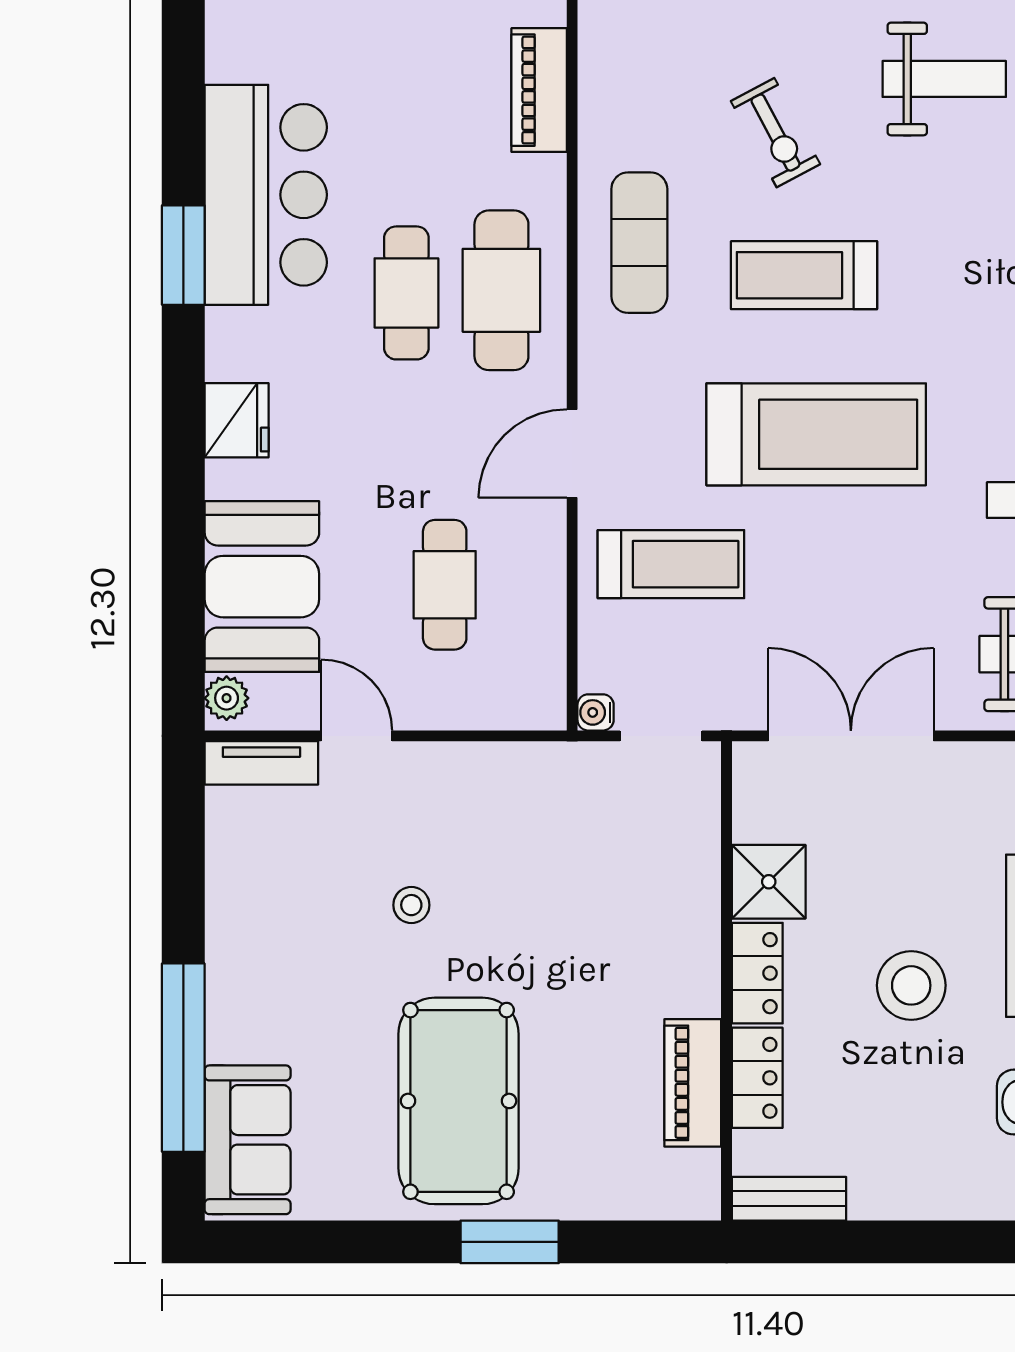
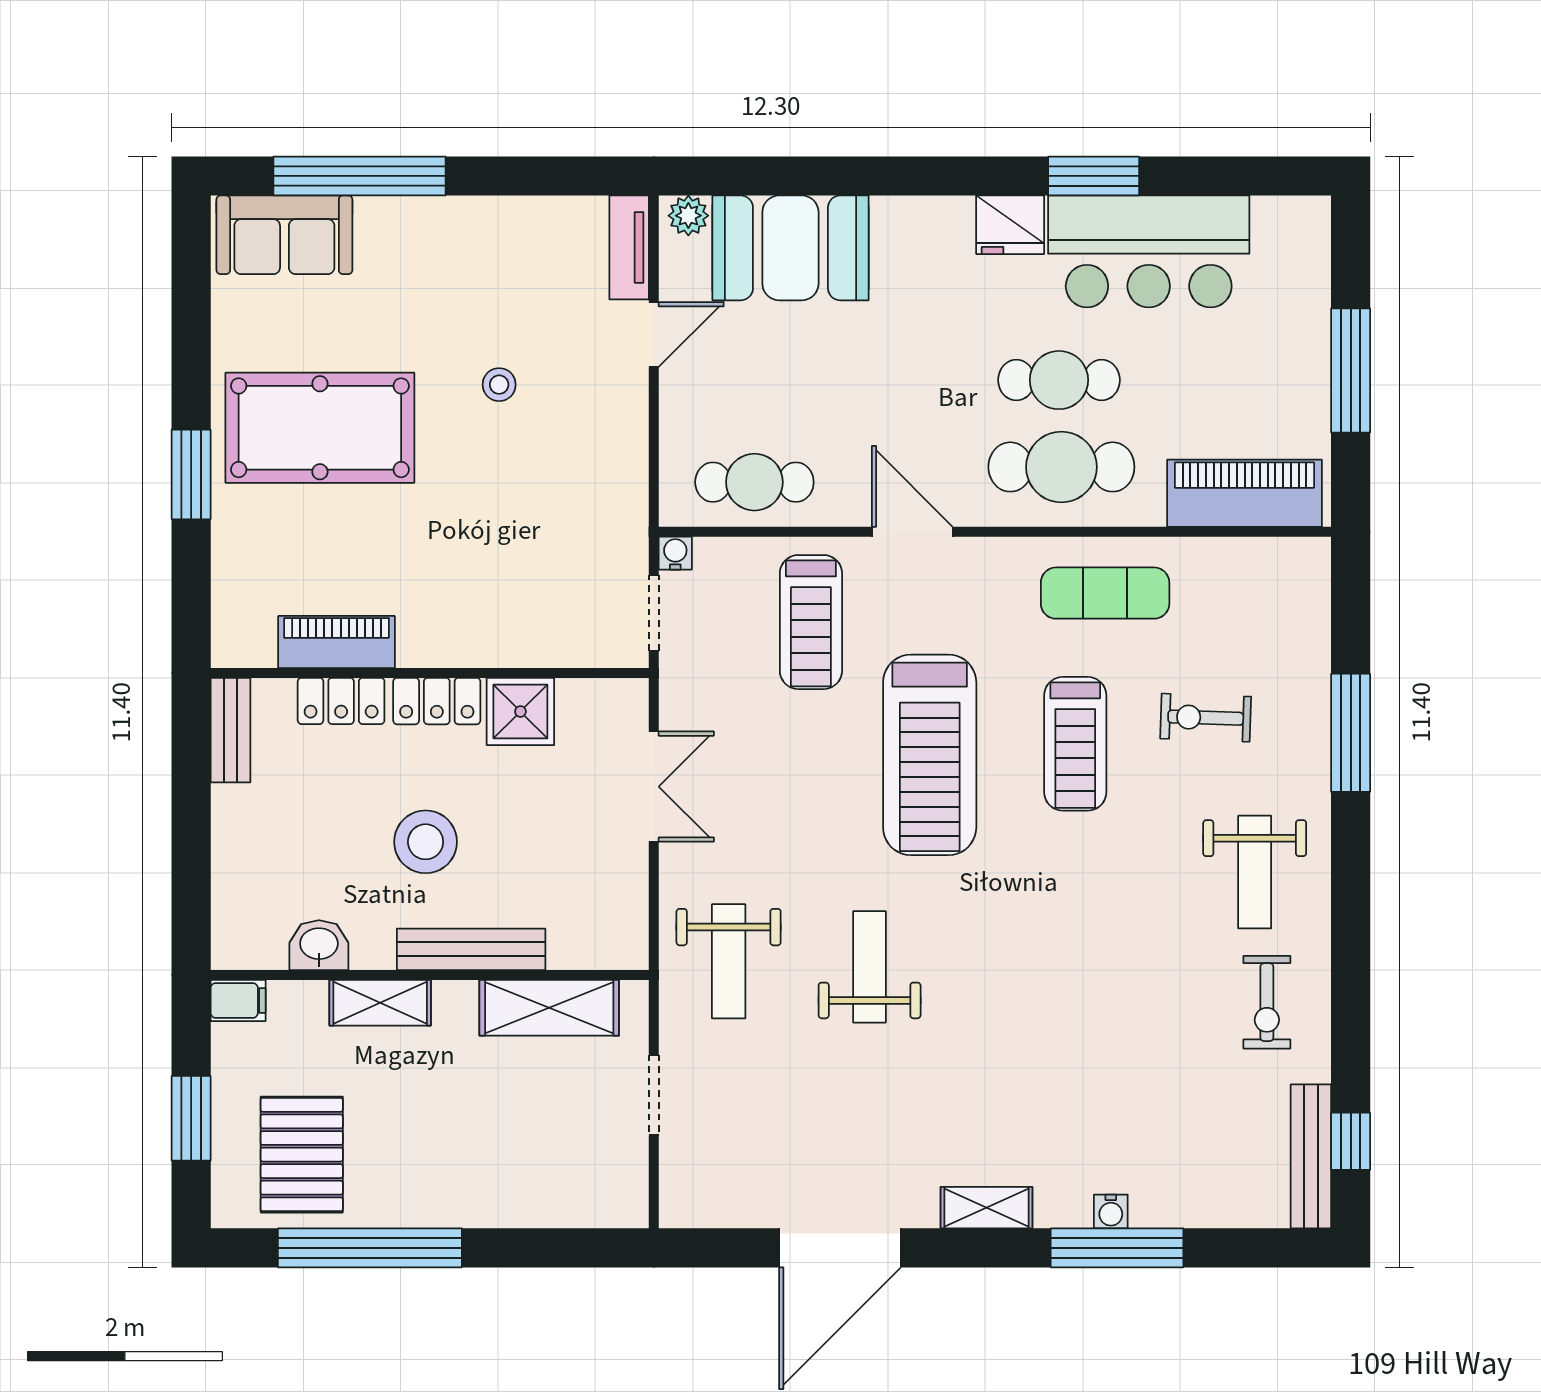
piano: (539, 90) -> (1245, 493), width x1.37, depth x1.33
exercise bike: (775, 133) -> (1206, 718), turned 30
treadmill: (804, 275) -> (1075, 744), turned 180
fridge: (237, 420) -> (1010, 225), moved
cafe table: (445, 585) -> (754, 482), moved
double door: (851, 736) -> (654, 787), width x0.73

